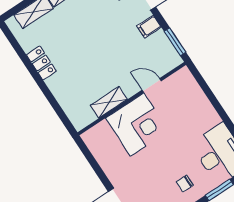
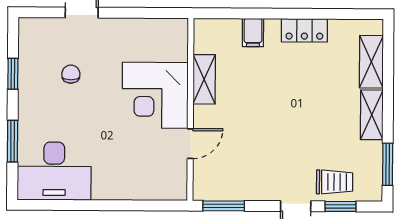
filing cabinet: (149, 27) -> (253, 33), moved, turned 180
chair: (185, 183) -> (71, 74), moved

